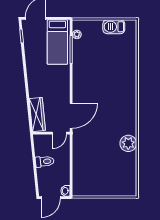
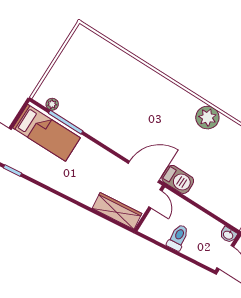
barbecue: (114, 27) -> (178, 179), moved, turned -90
door: (71, 116) -> (144, 172), hinge flipped
plant: (128, 143) -> (207, 118), moved

